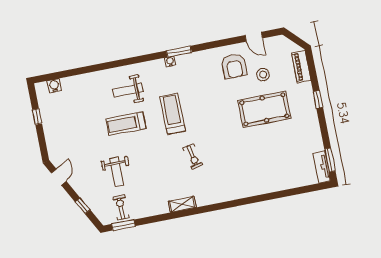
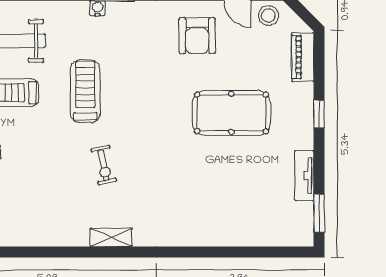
stool: (263, 75) -> (268, 15), moved
tv unit: (322, 167) -> (304, 176), moved
shelving: (182, 204) -> (111, 237), moved

